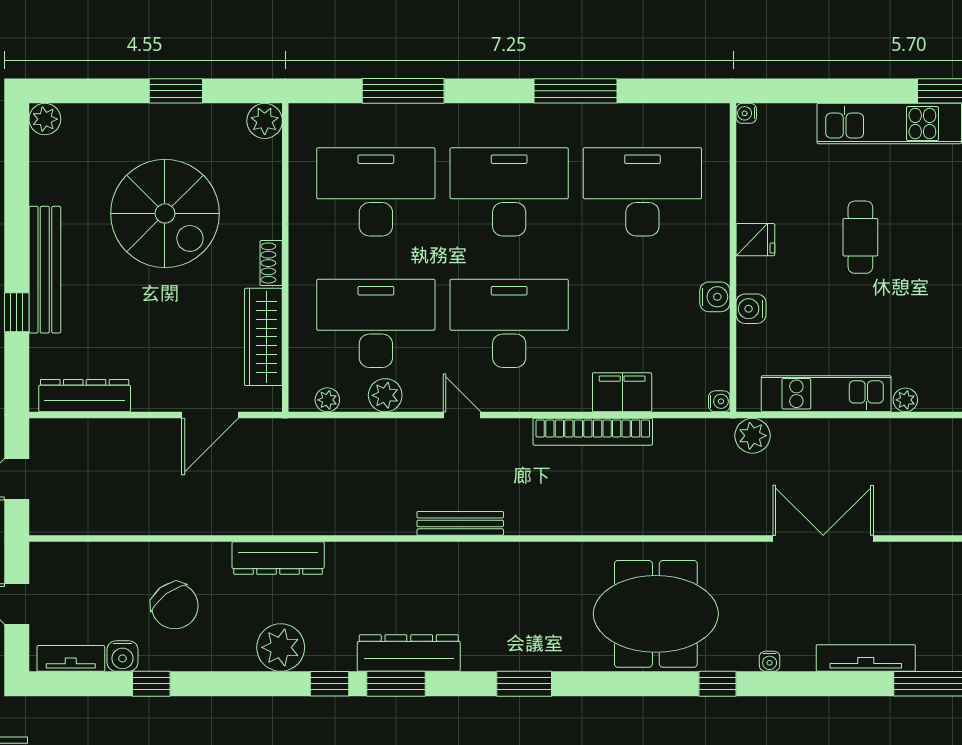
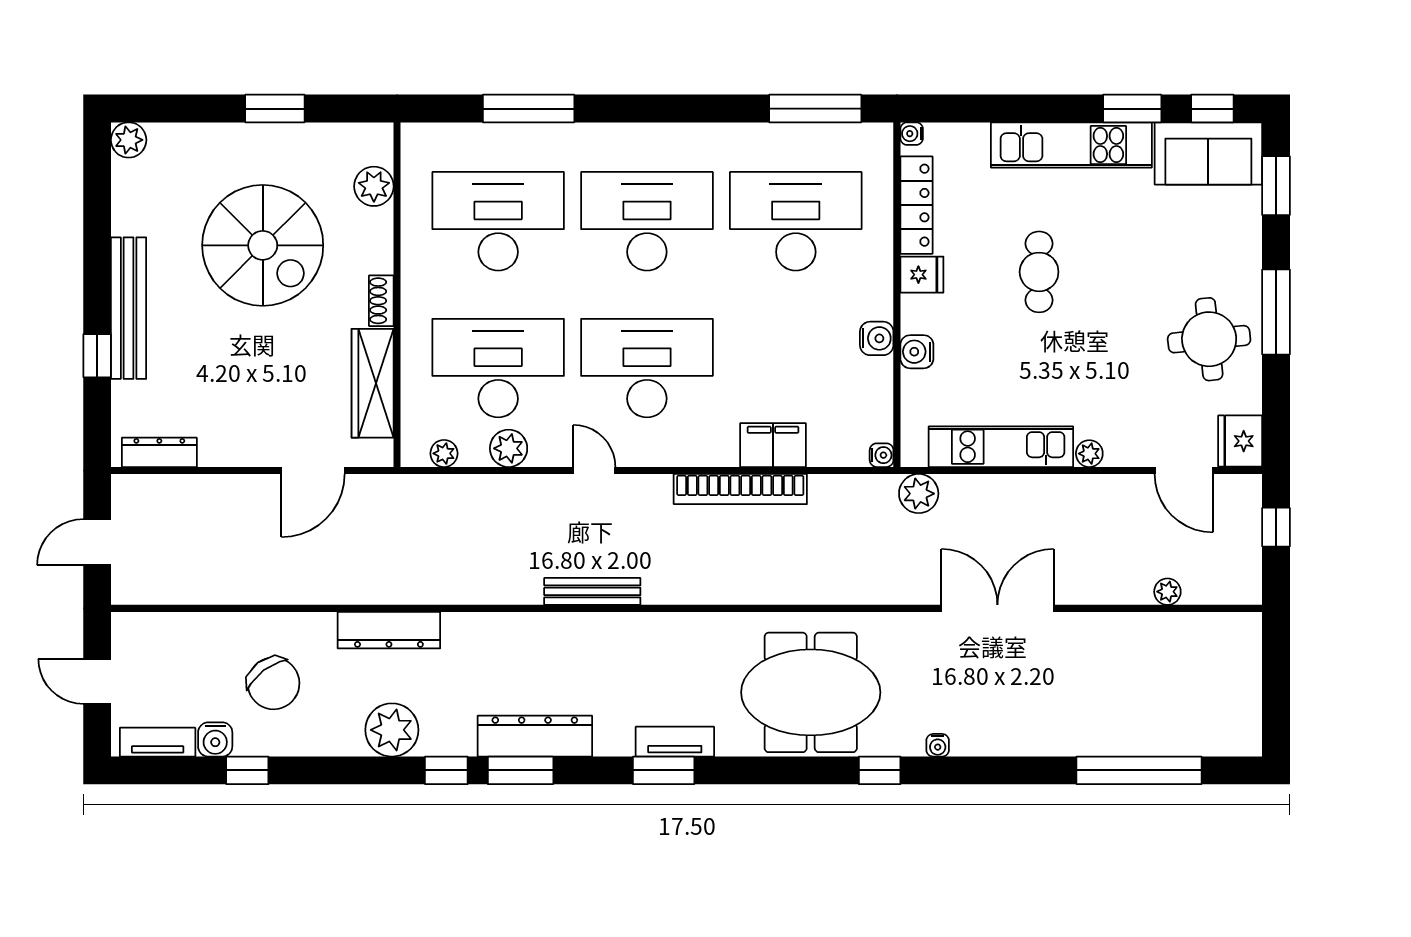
window: (576, 91) -> (815, 109), moved
plant: (265, 121) -> (374, 186), moved
locker: (751, 177) -> (916, 205), added
dresser: (85, 396) -> (159, 452), width x0.73, depth x0.80
tv unit: (866, 658) -> (675, 742), moved, width x0.71

